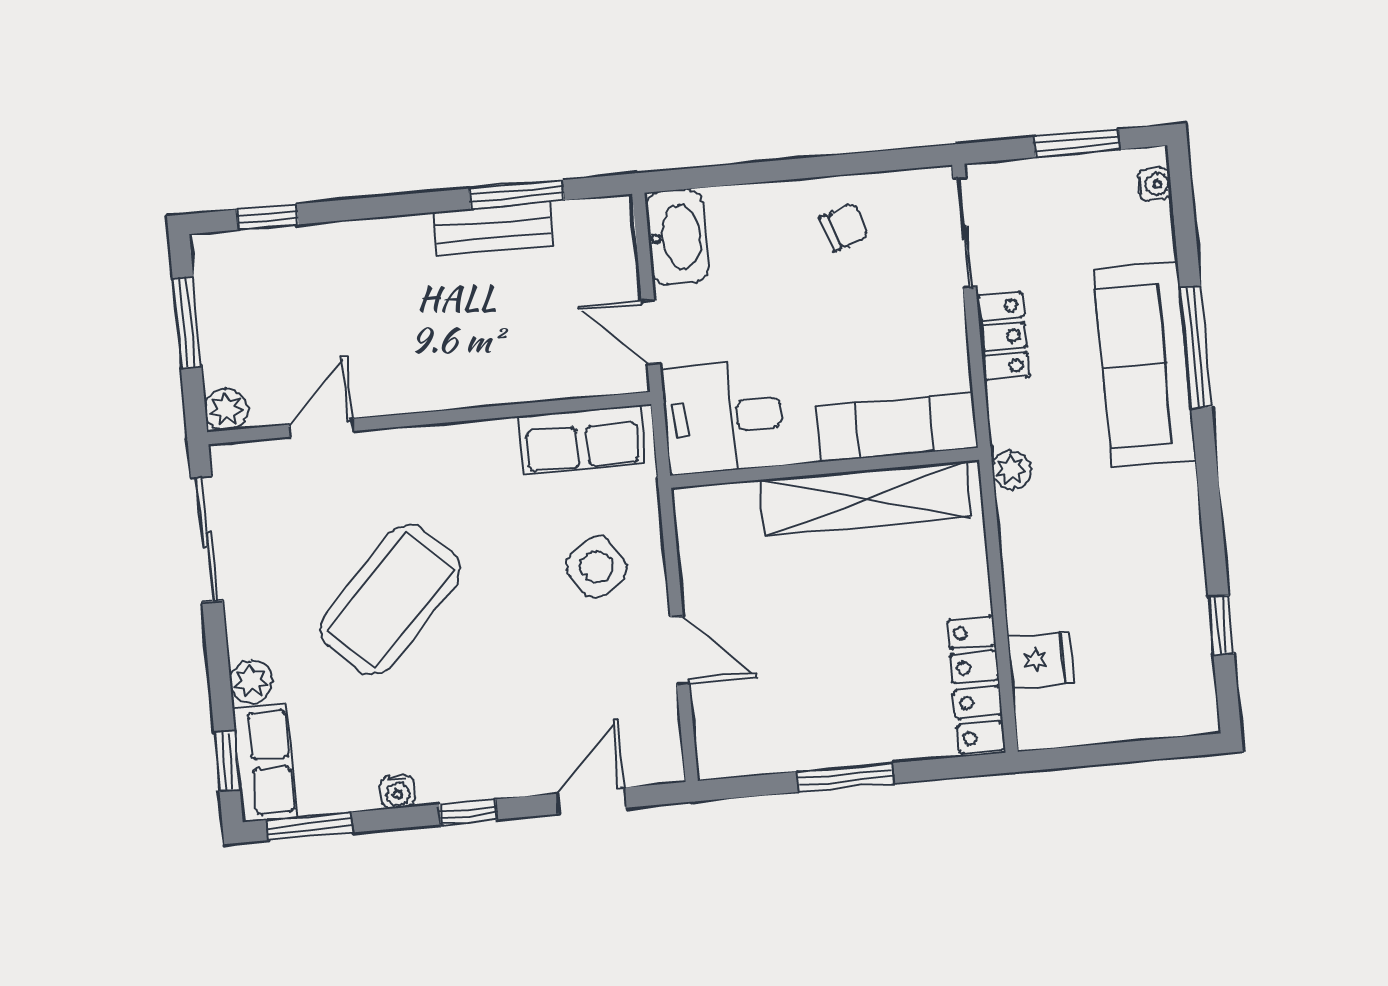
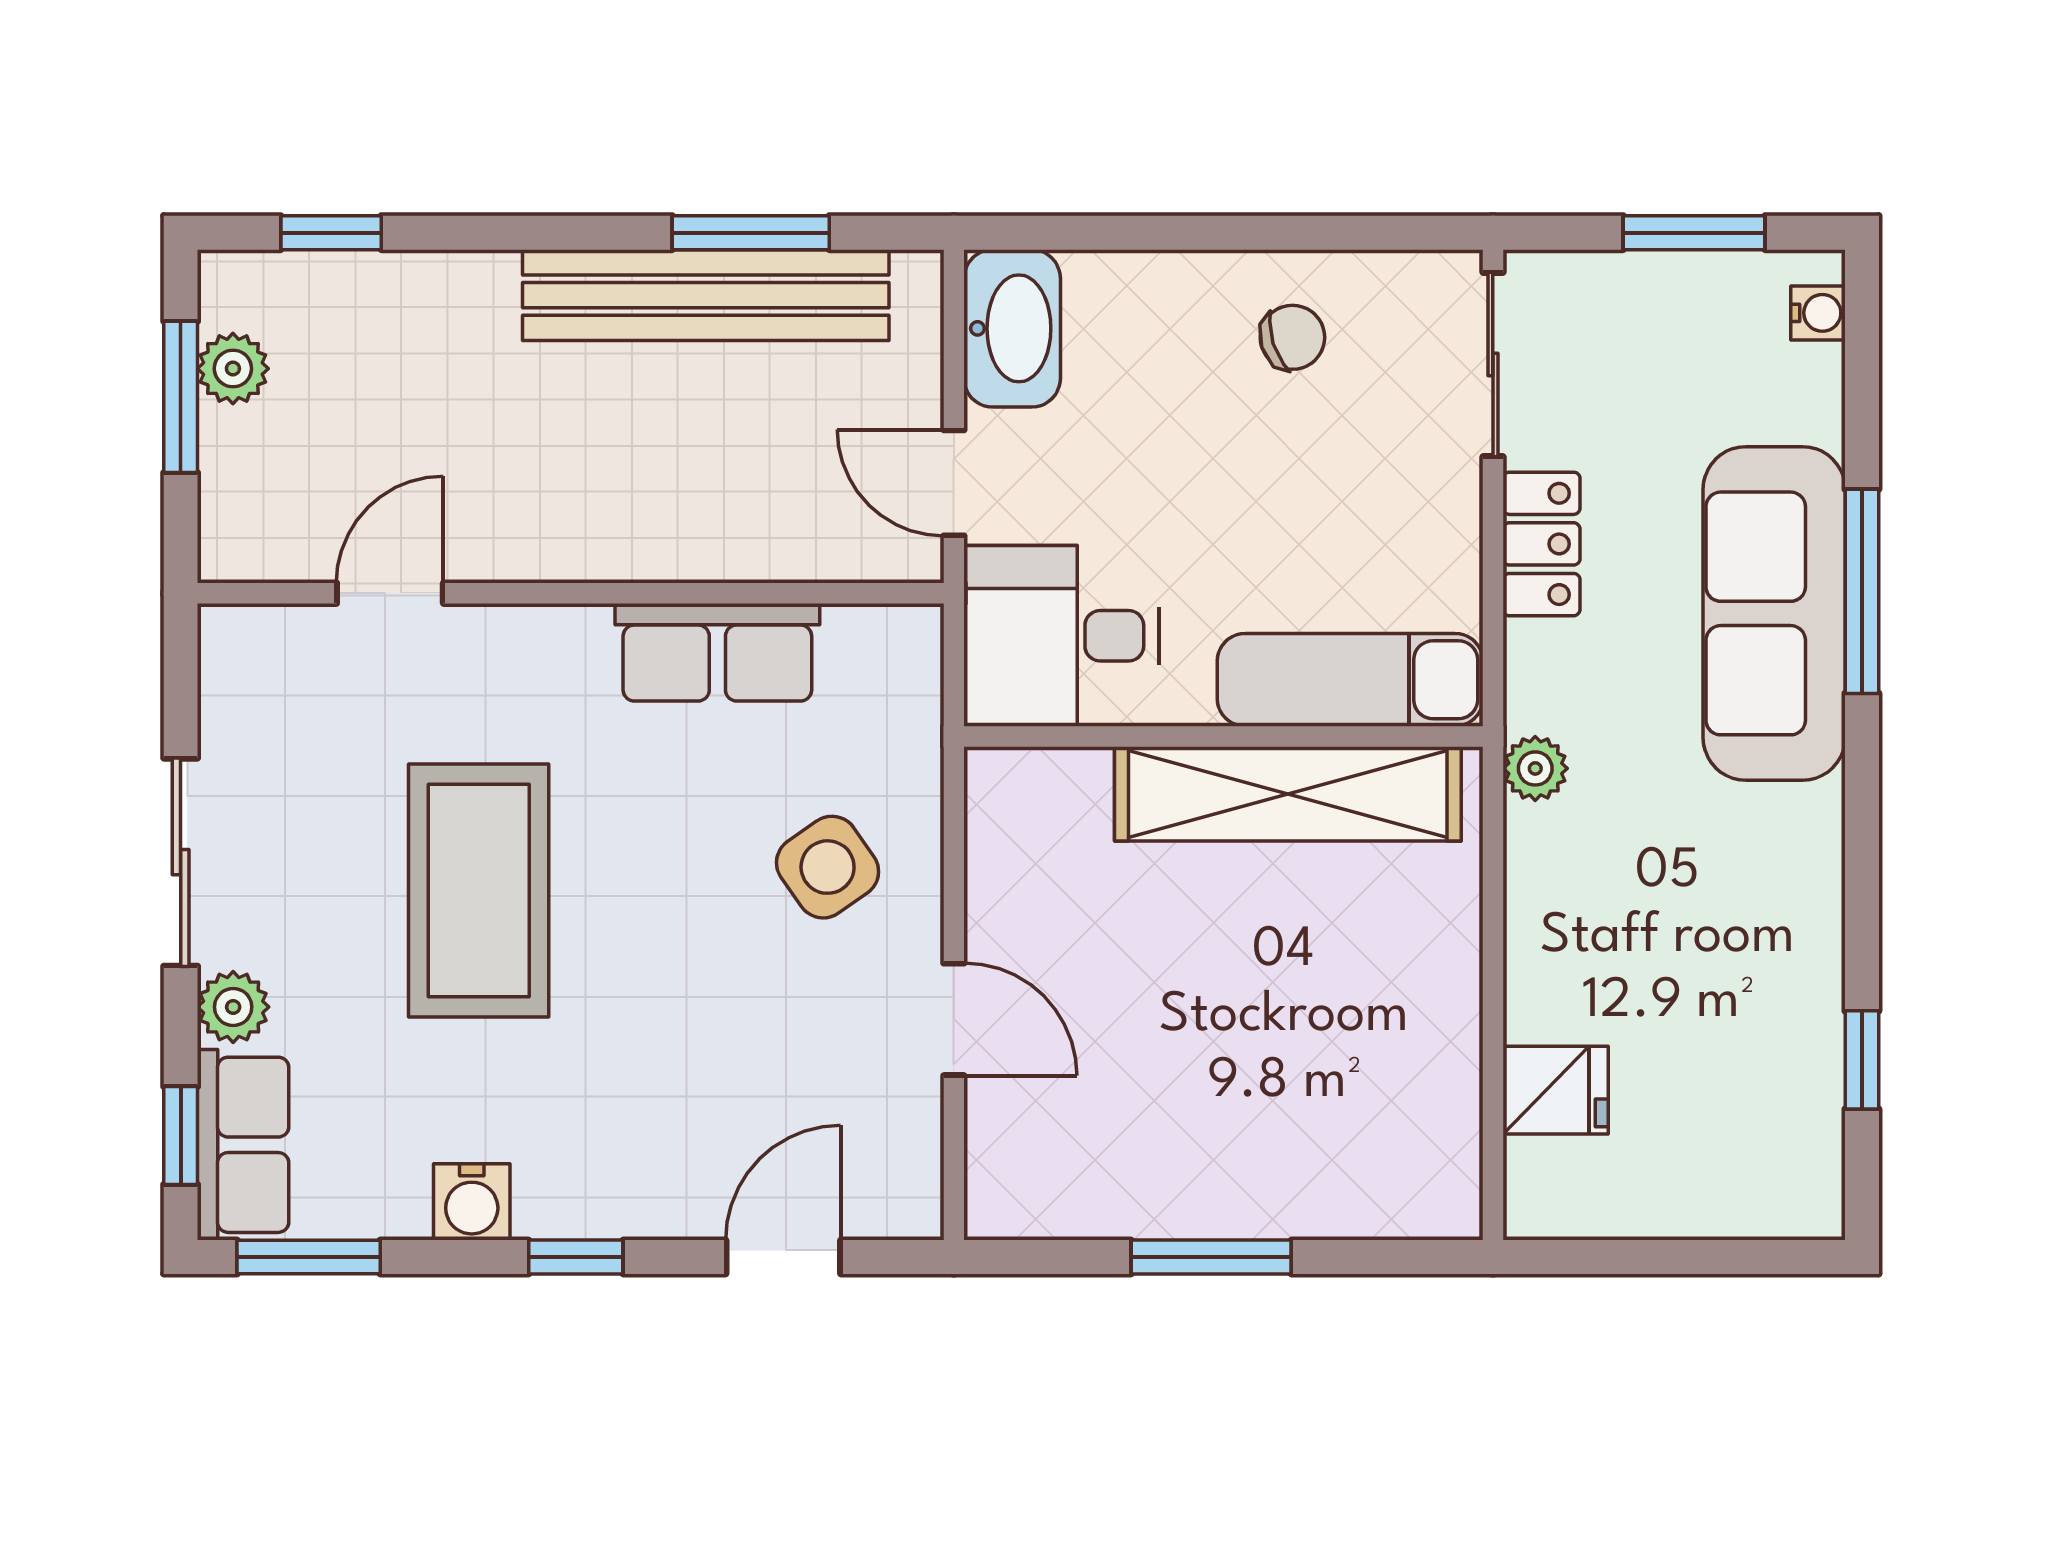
bench: (493, 229) -> (706, 295), width x1.86, depth x1.21
plant: (226, 409) -> (233, 369), moved
row of seats: (582, 439) -> (717, 652), moved
sliding door: (207, 539) -> (181, 862), moved
coffee table: (391, 600) -> (479, 891), turned -44
locker: (976, 685) -> (1444, 1122), removed
water cooler: (398, 792) -> (472, 1202), width x1.38, depth x1.38

